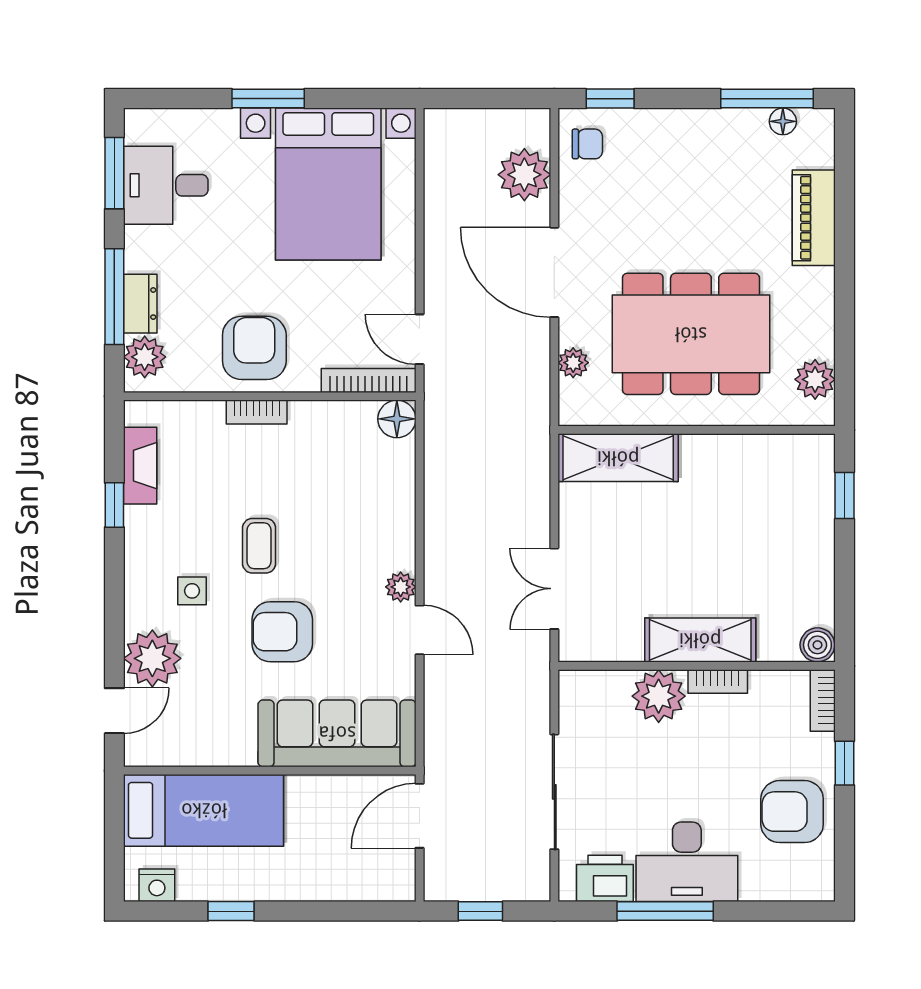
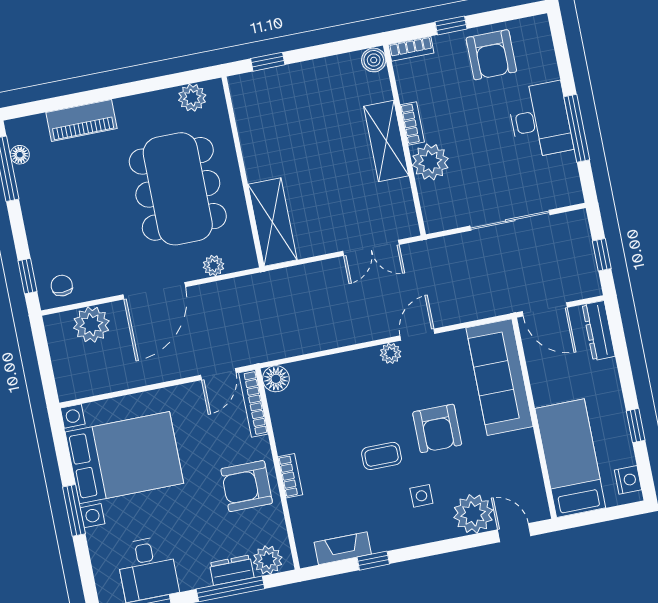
printer: (605, 878) -> (563, 174), removed
dresser: (375, 886) -> (599, 331), added

